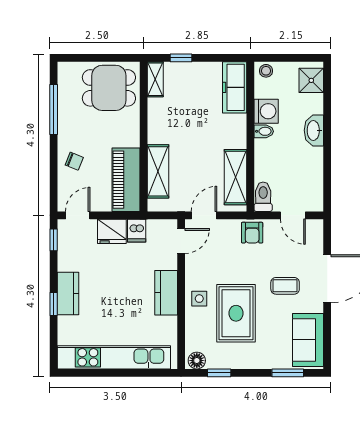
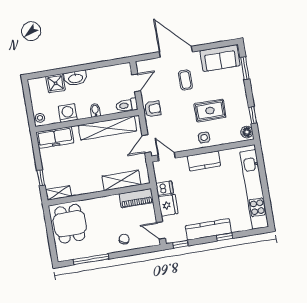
shower: (311, 80) -> (56, 83), moved
bidet: (264, 131) -> (95, 110), moved
shelving: (236, 177) -> (108, 128), width x1.47
piano: (126, 180) -> (136, 198), width x0.73, depth x0.75
door: (204, 215) -> (146, 144), hinge flipped
kitchen counter: (68, 294) -> (208, 229), width x1.50
rug: (236, 313) -> (210, 111), width x0.73, depth x0.70

